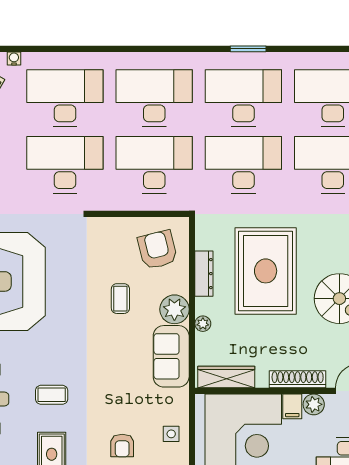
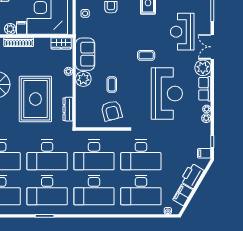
armchair: (158, 250) -> (112, 111), moved
dresser: (204, 274) -> (68, 109), moved
wardrobe: (226, 377) -> (61, 43), width x0.67
coffee table: (52, 395) -> (146, 55), moved

